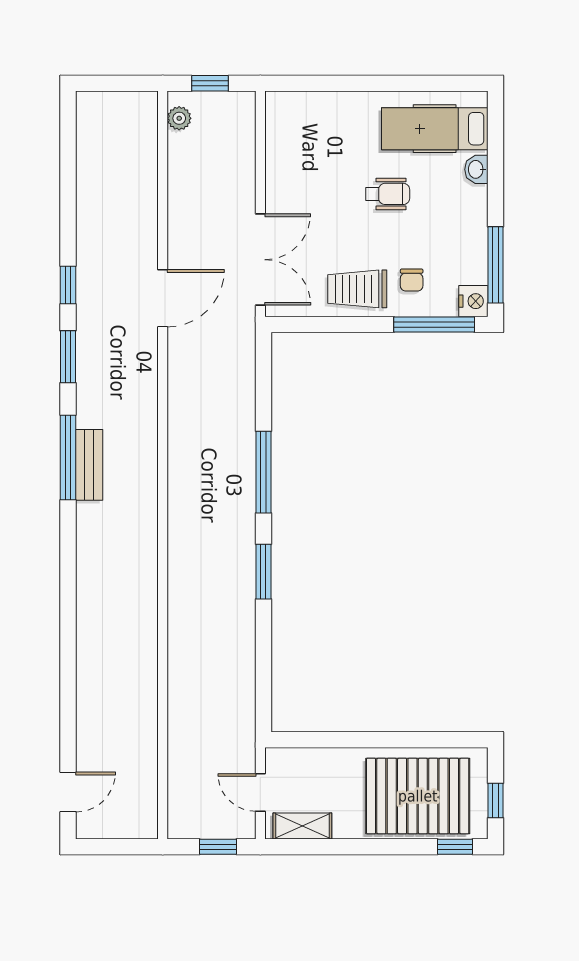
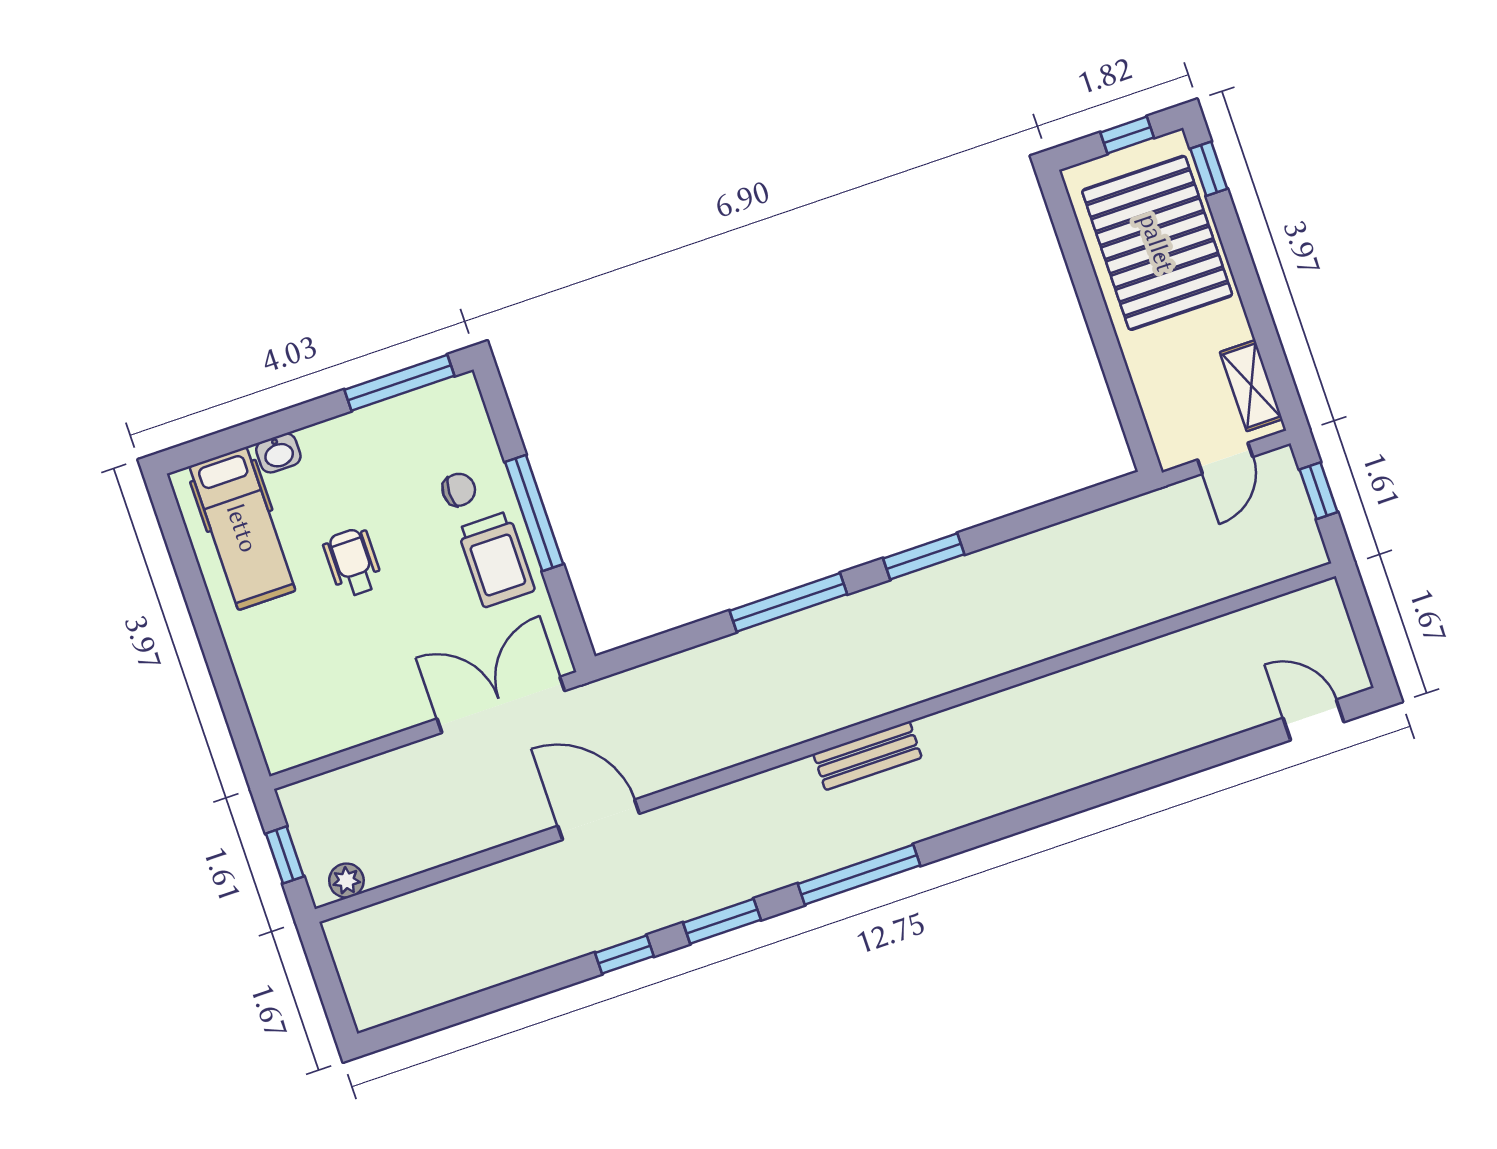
nightstand: (473, 301) -> (459, 396), removed
window: (434, 325) -> (534, 513), moved
bench: (89, 465) -> (867, 756), moved

